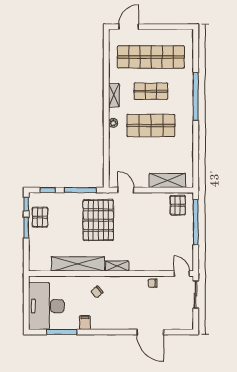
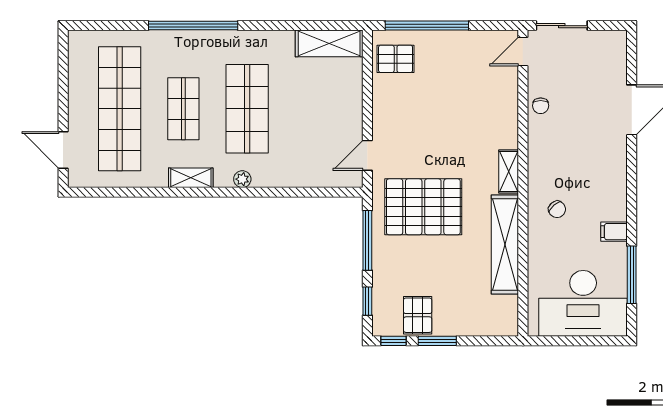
shelving: (167, 180) -> (329, 43), moved, turned 90
pallet: (40, 217) -> (418, 315), turned 90

